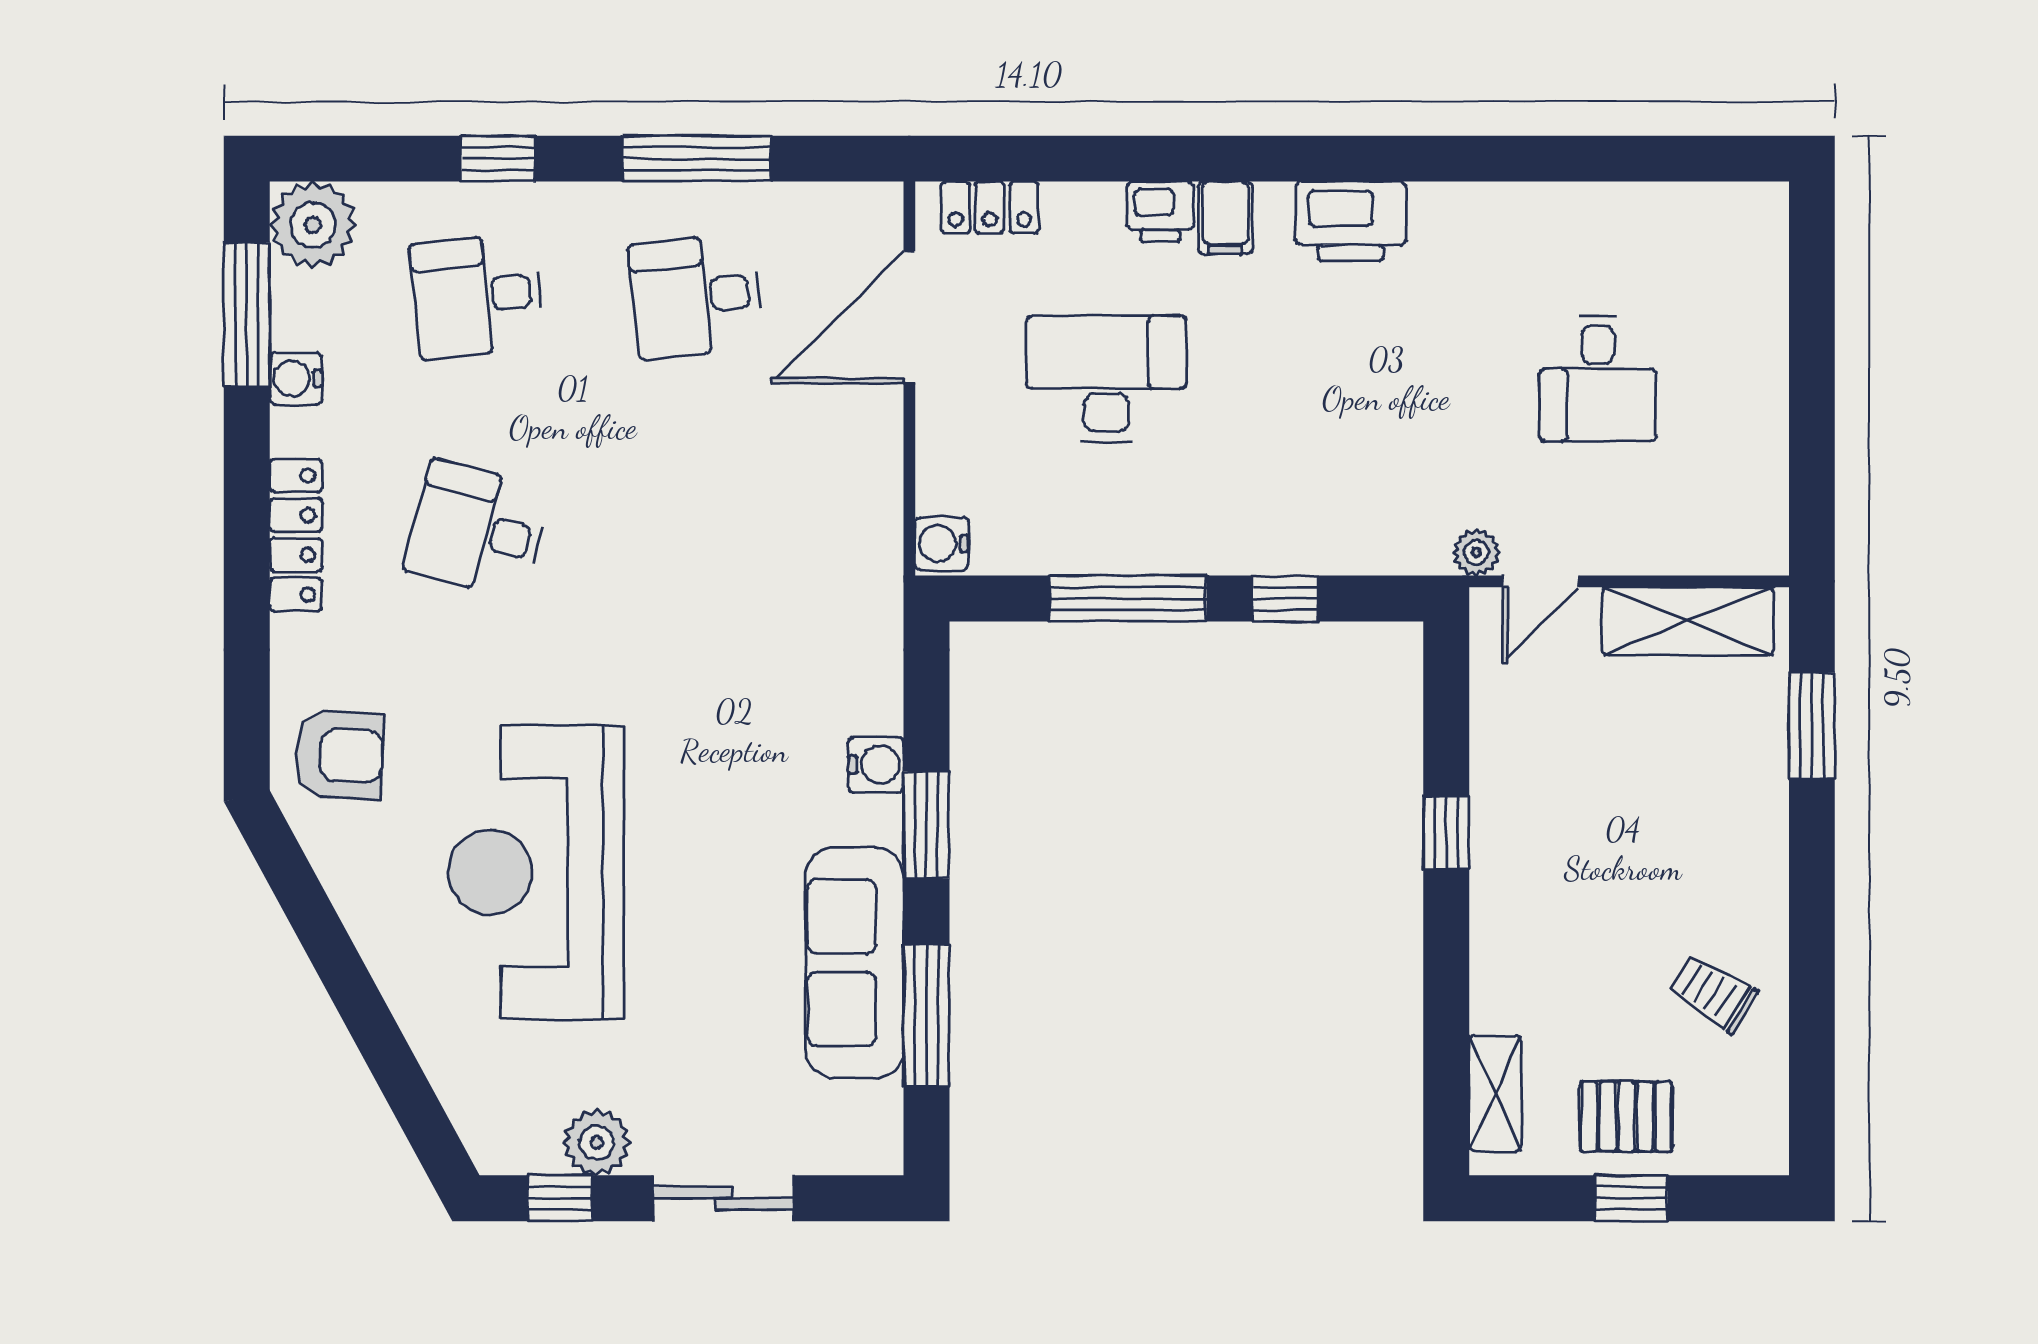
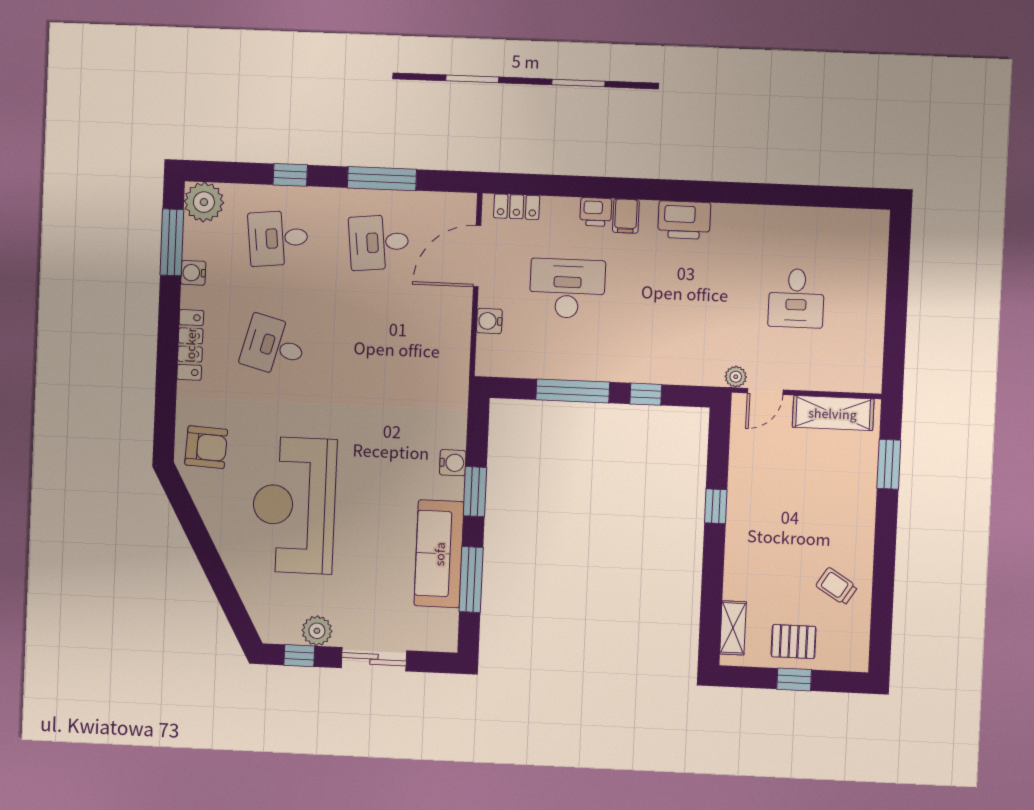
water cooler: (942, 543) -> (489, 321), moved

